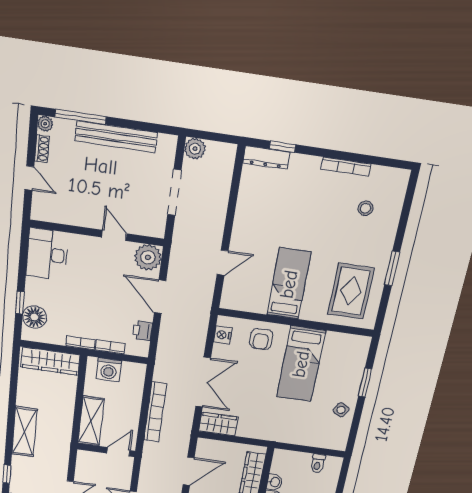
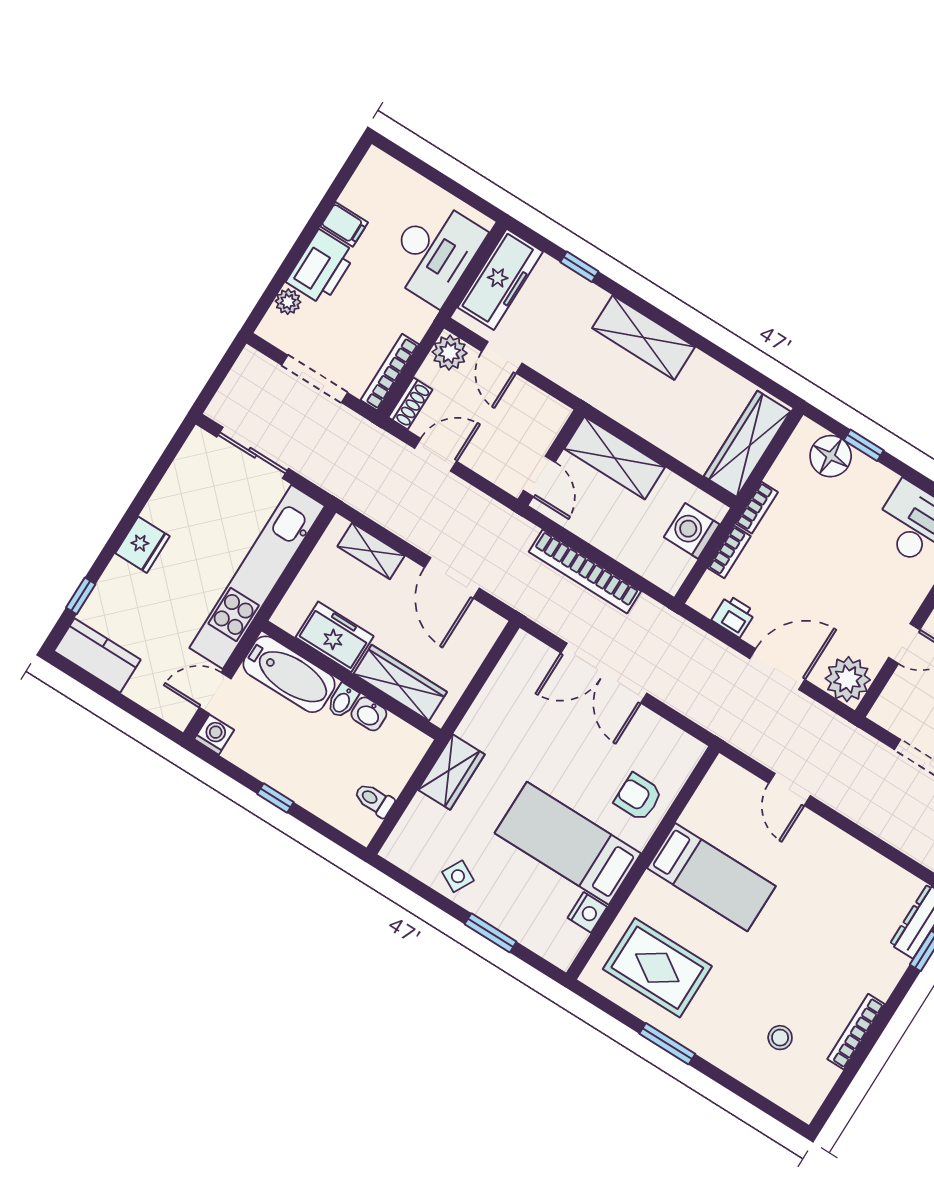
nightstand: (223, 335) -> (587, 912), moved, turned 90
wardrobe: (218, 424) -> (451, 772), moved

